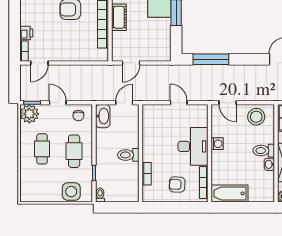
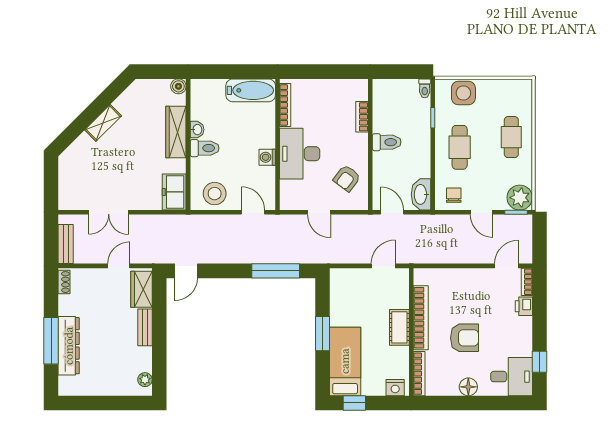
door: (124, 103) -> (392, 212), swing flipped
cafe table: (42, 149) -> (511, 137), moved
armchair: (177, 185) -> (347, 178), moved, turned 124

